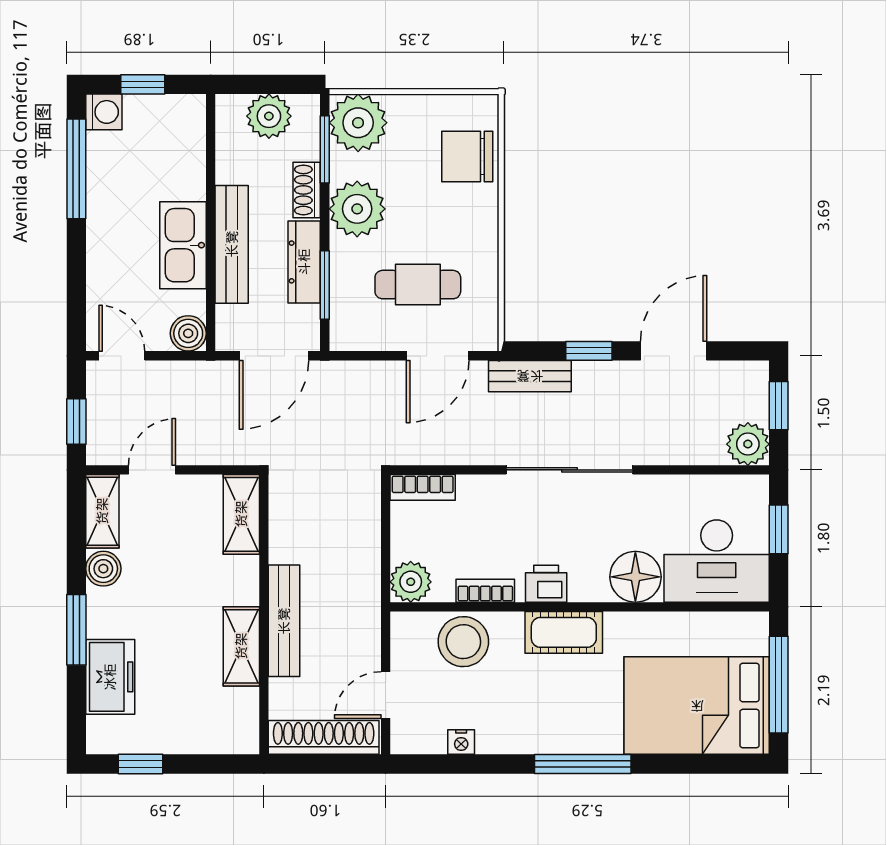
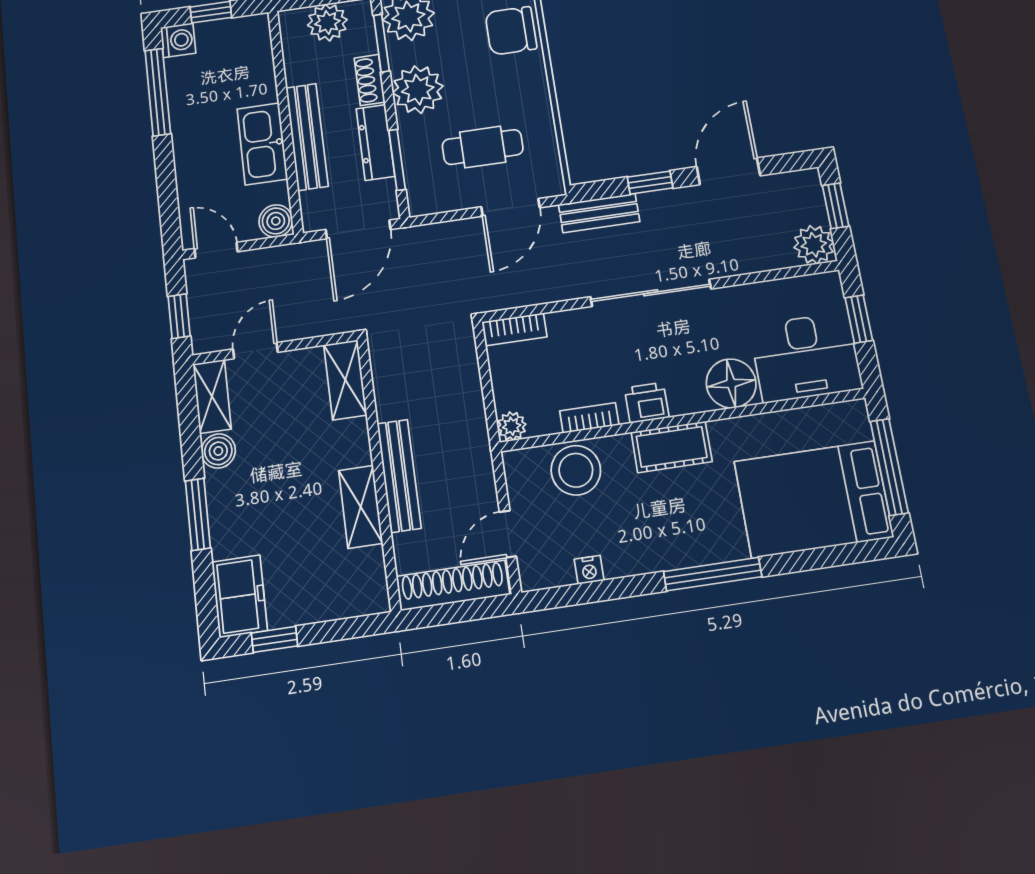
plant: (411, 582) -> (512, 426), width x0.73, depth x0.73
freezer: (110, 677) -> (240, 596), moved

